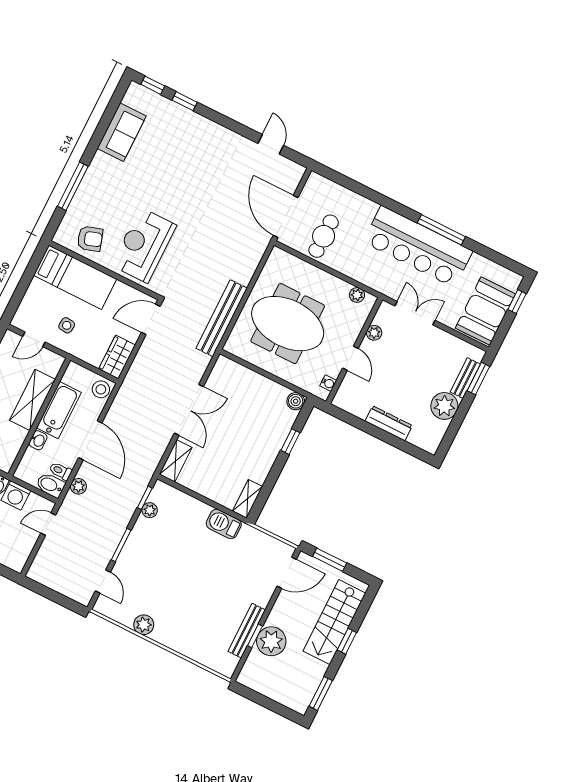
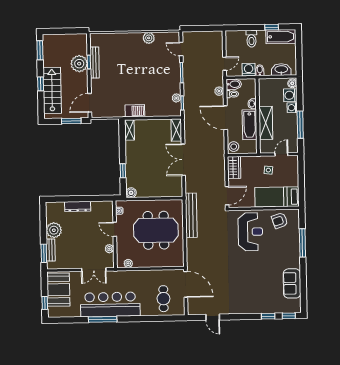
cafe table: (324, 236) -> (163, 299), moved

